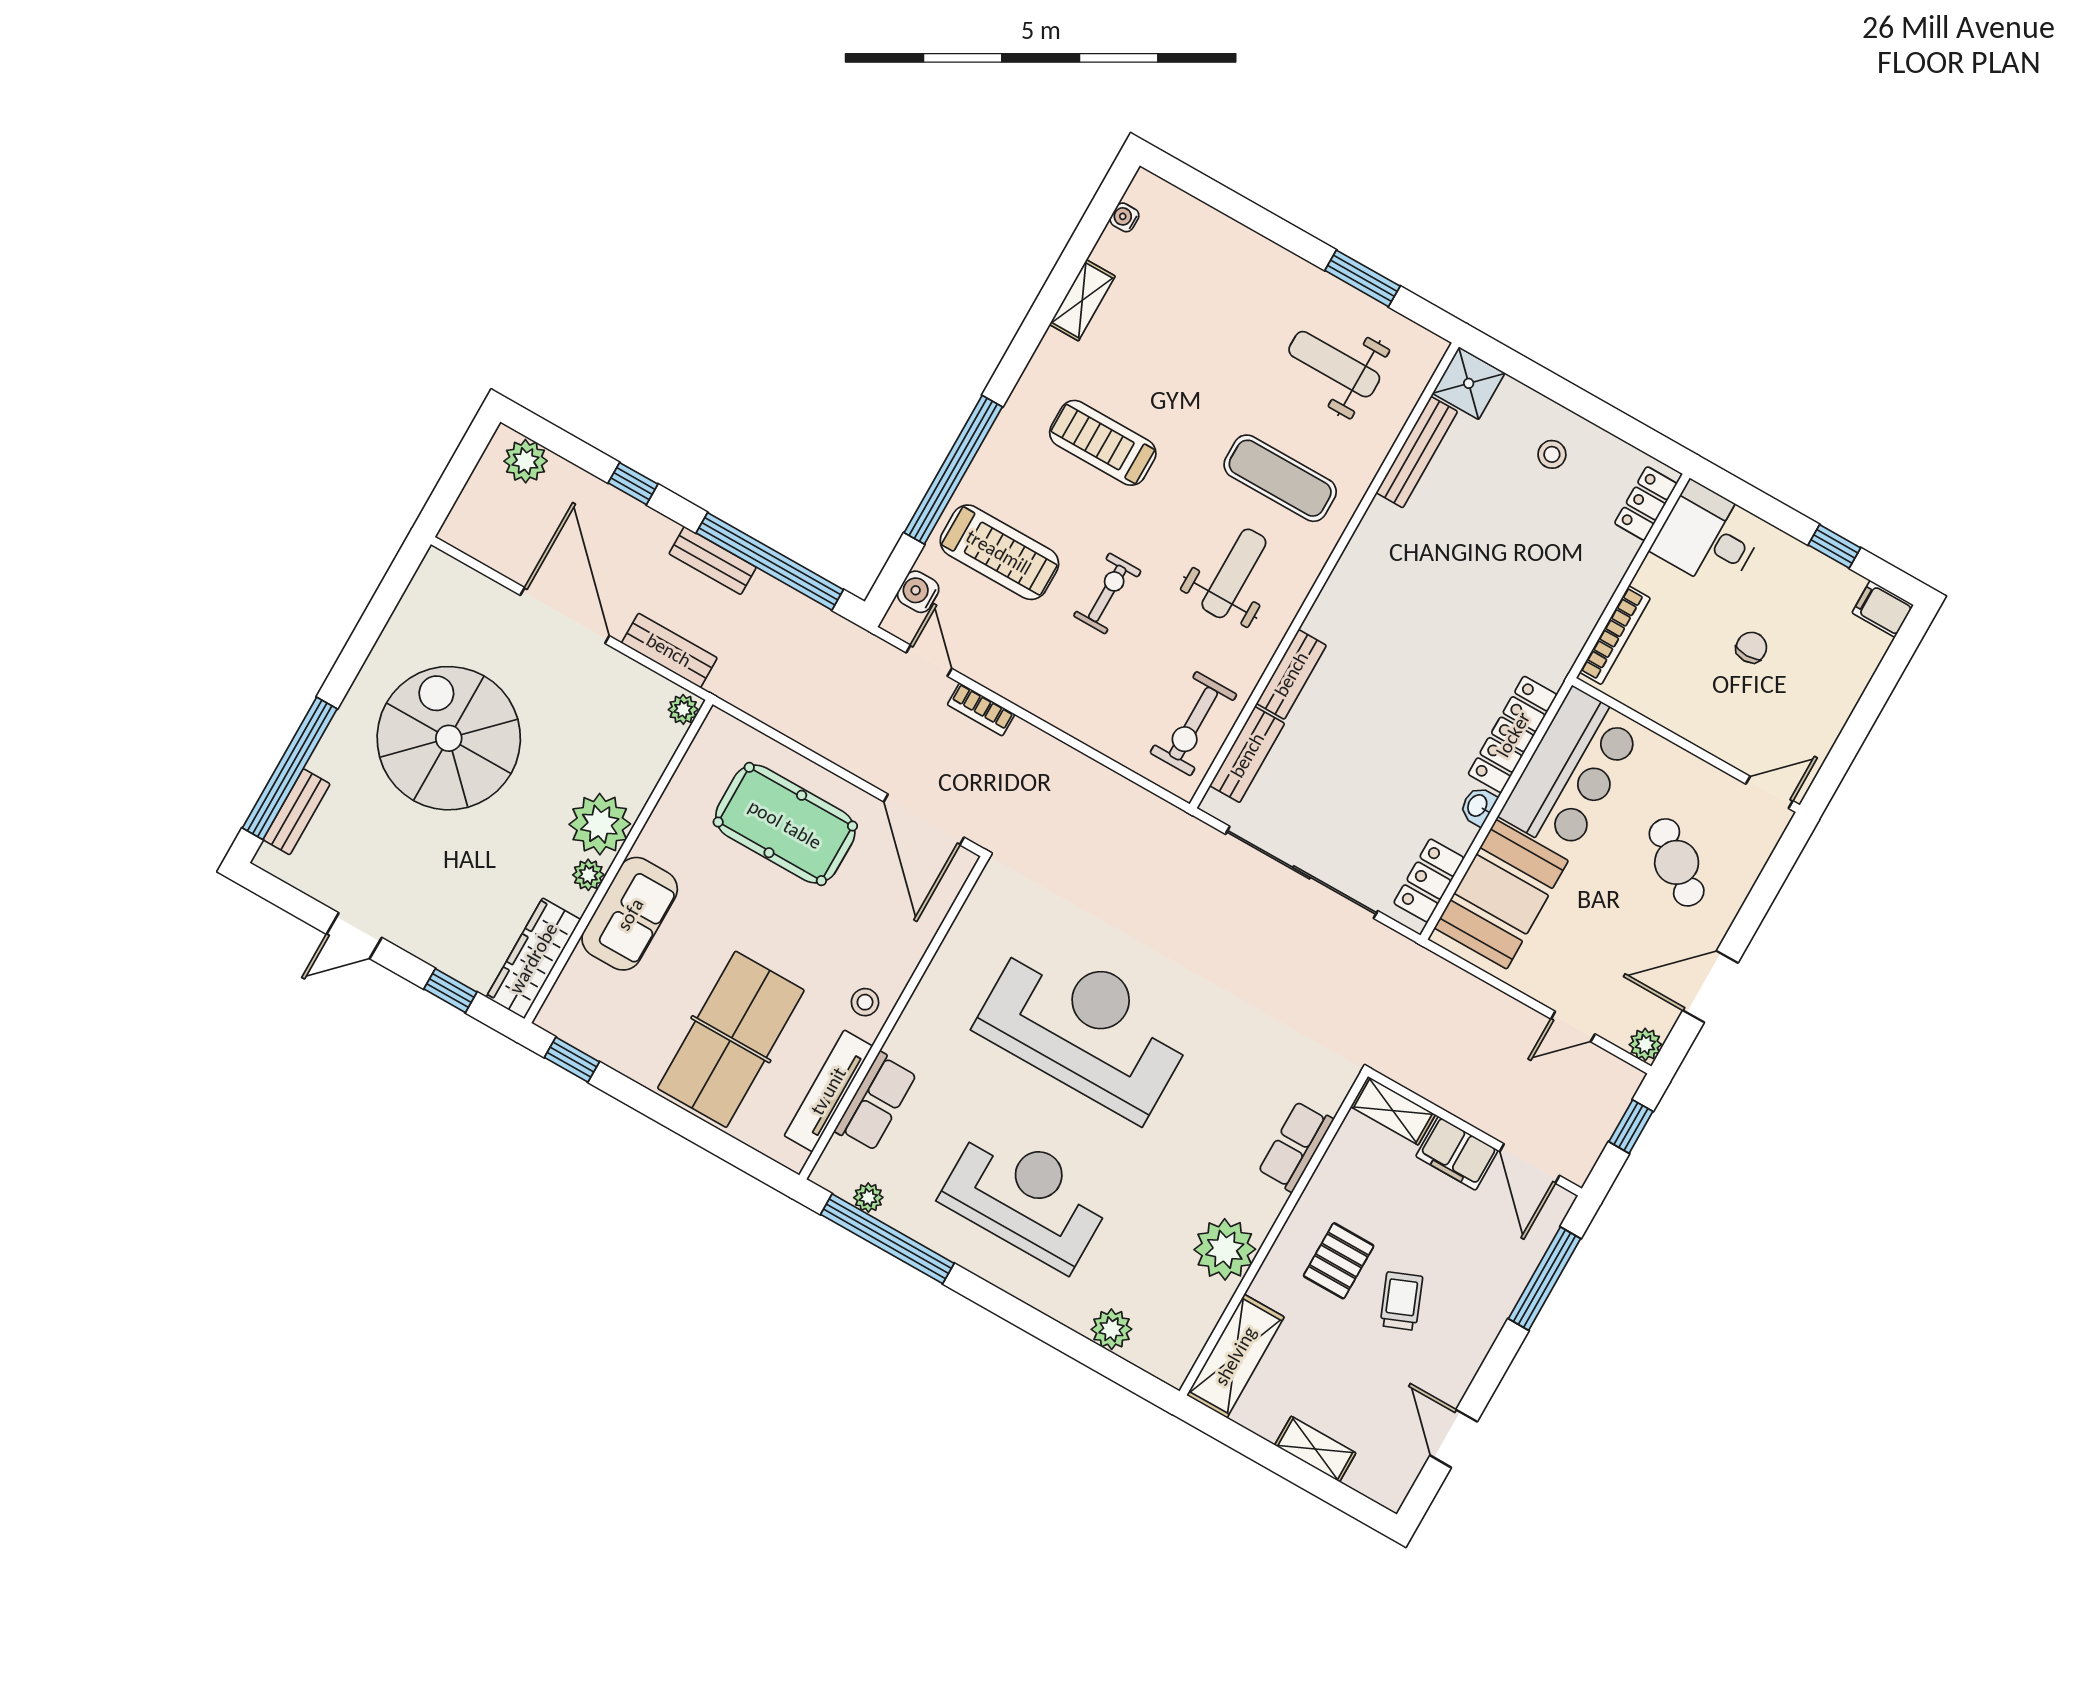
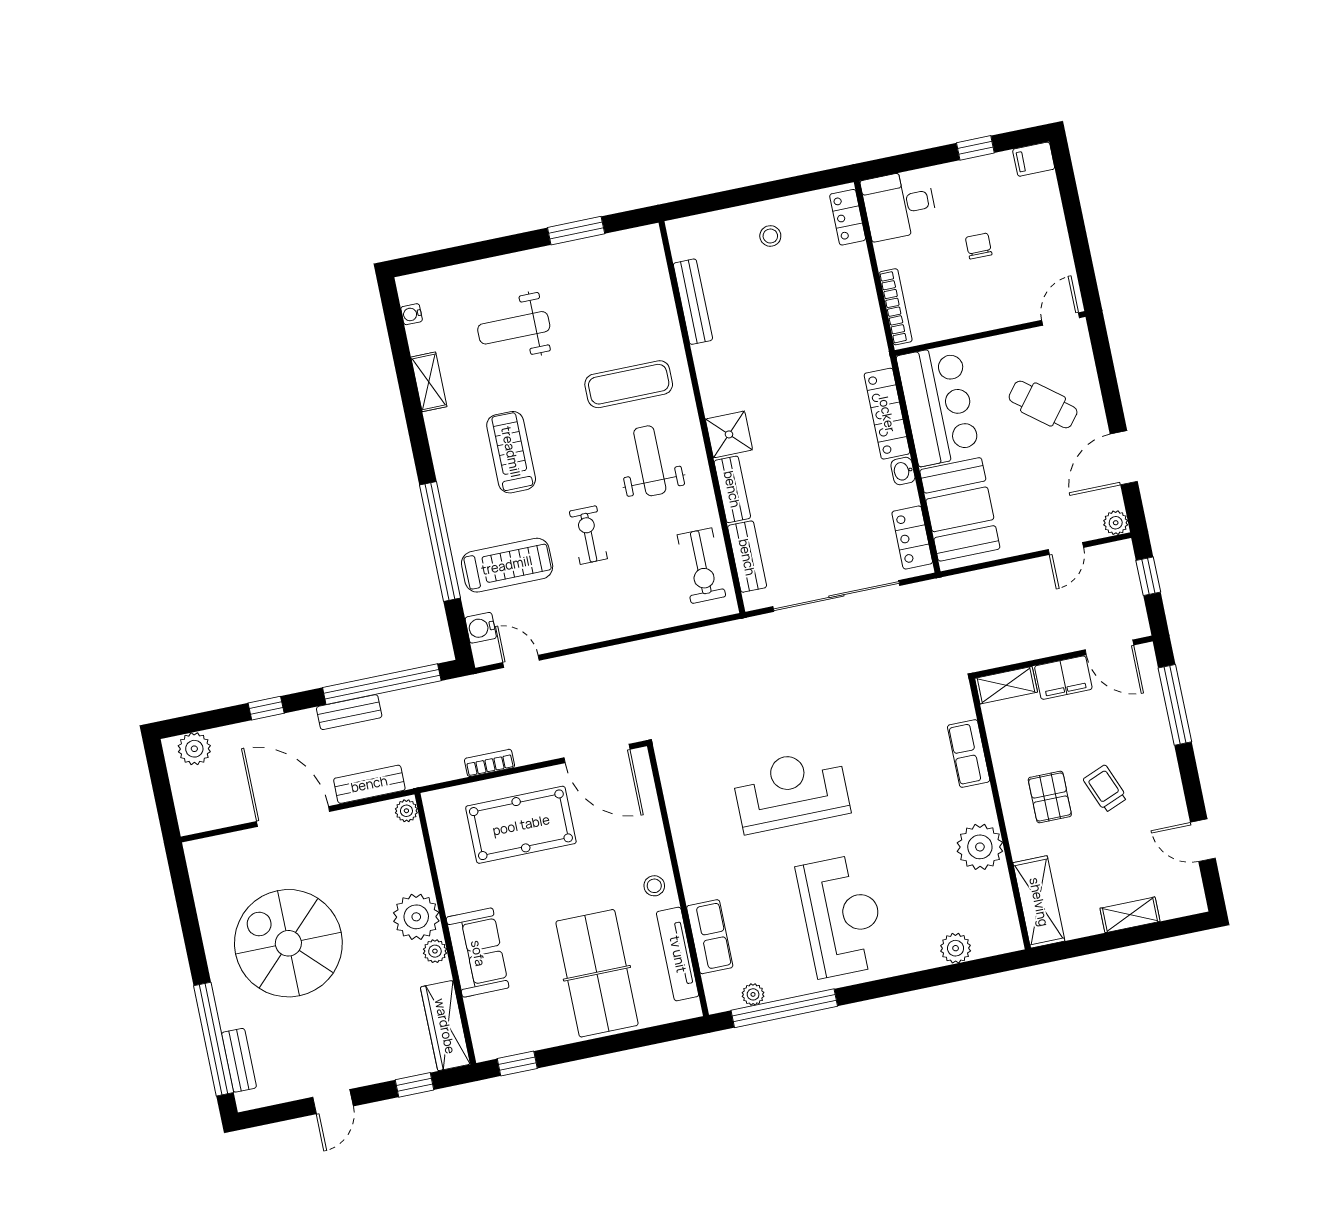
weight bench: (1334, 364) -> (514, 328), moved
shower: (1469, 383) -> (729, 434), moved
treadmill: (1103, 443) -> (511, 452), turned 90
bookcase: (981, 709) -> (490, 763), moved, turned 180
reception desk: (1085, 1027) -> (791, 791), width x0.74, depth x0.77
reception desk: (1026, 1197) -> (842, 916), turned 90

